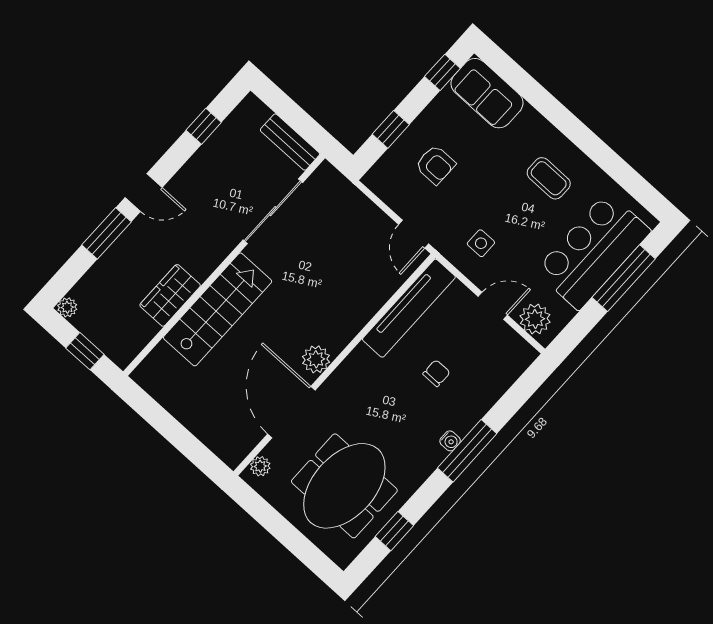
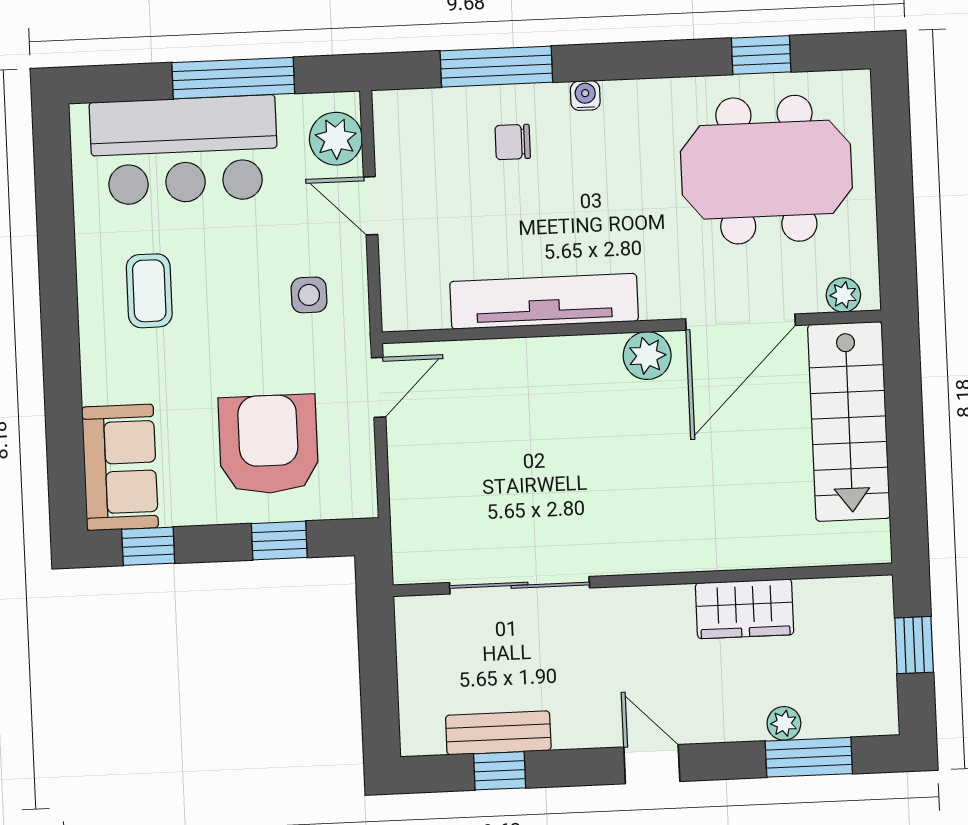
bench: (290, 142) -> (498, 733), moved, turned 90
armchair: (435, 165) -> (268, 444), width x1.88, depth x1.88
window: (106, 233) -> (809, 757), moved
window: (624, 278) -> (233, 78), moved
plant: (67, 307) -> (784, 723), moved
tv unit: (409, 308) -> (544, 301), moved
stairs: (218, 309) -> (849, 421), moved, turned -90
chair: (436, 373) -> (513, 142), moved
window: (467, 451) -> (496, 67), moved

